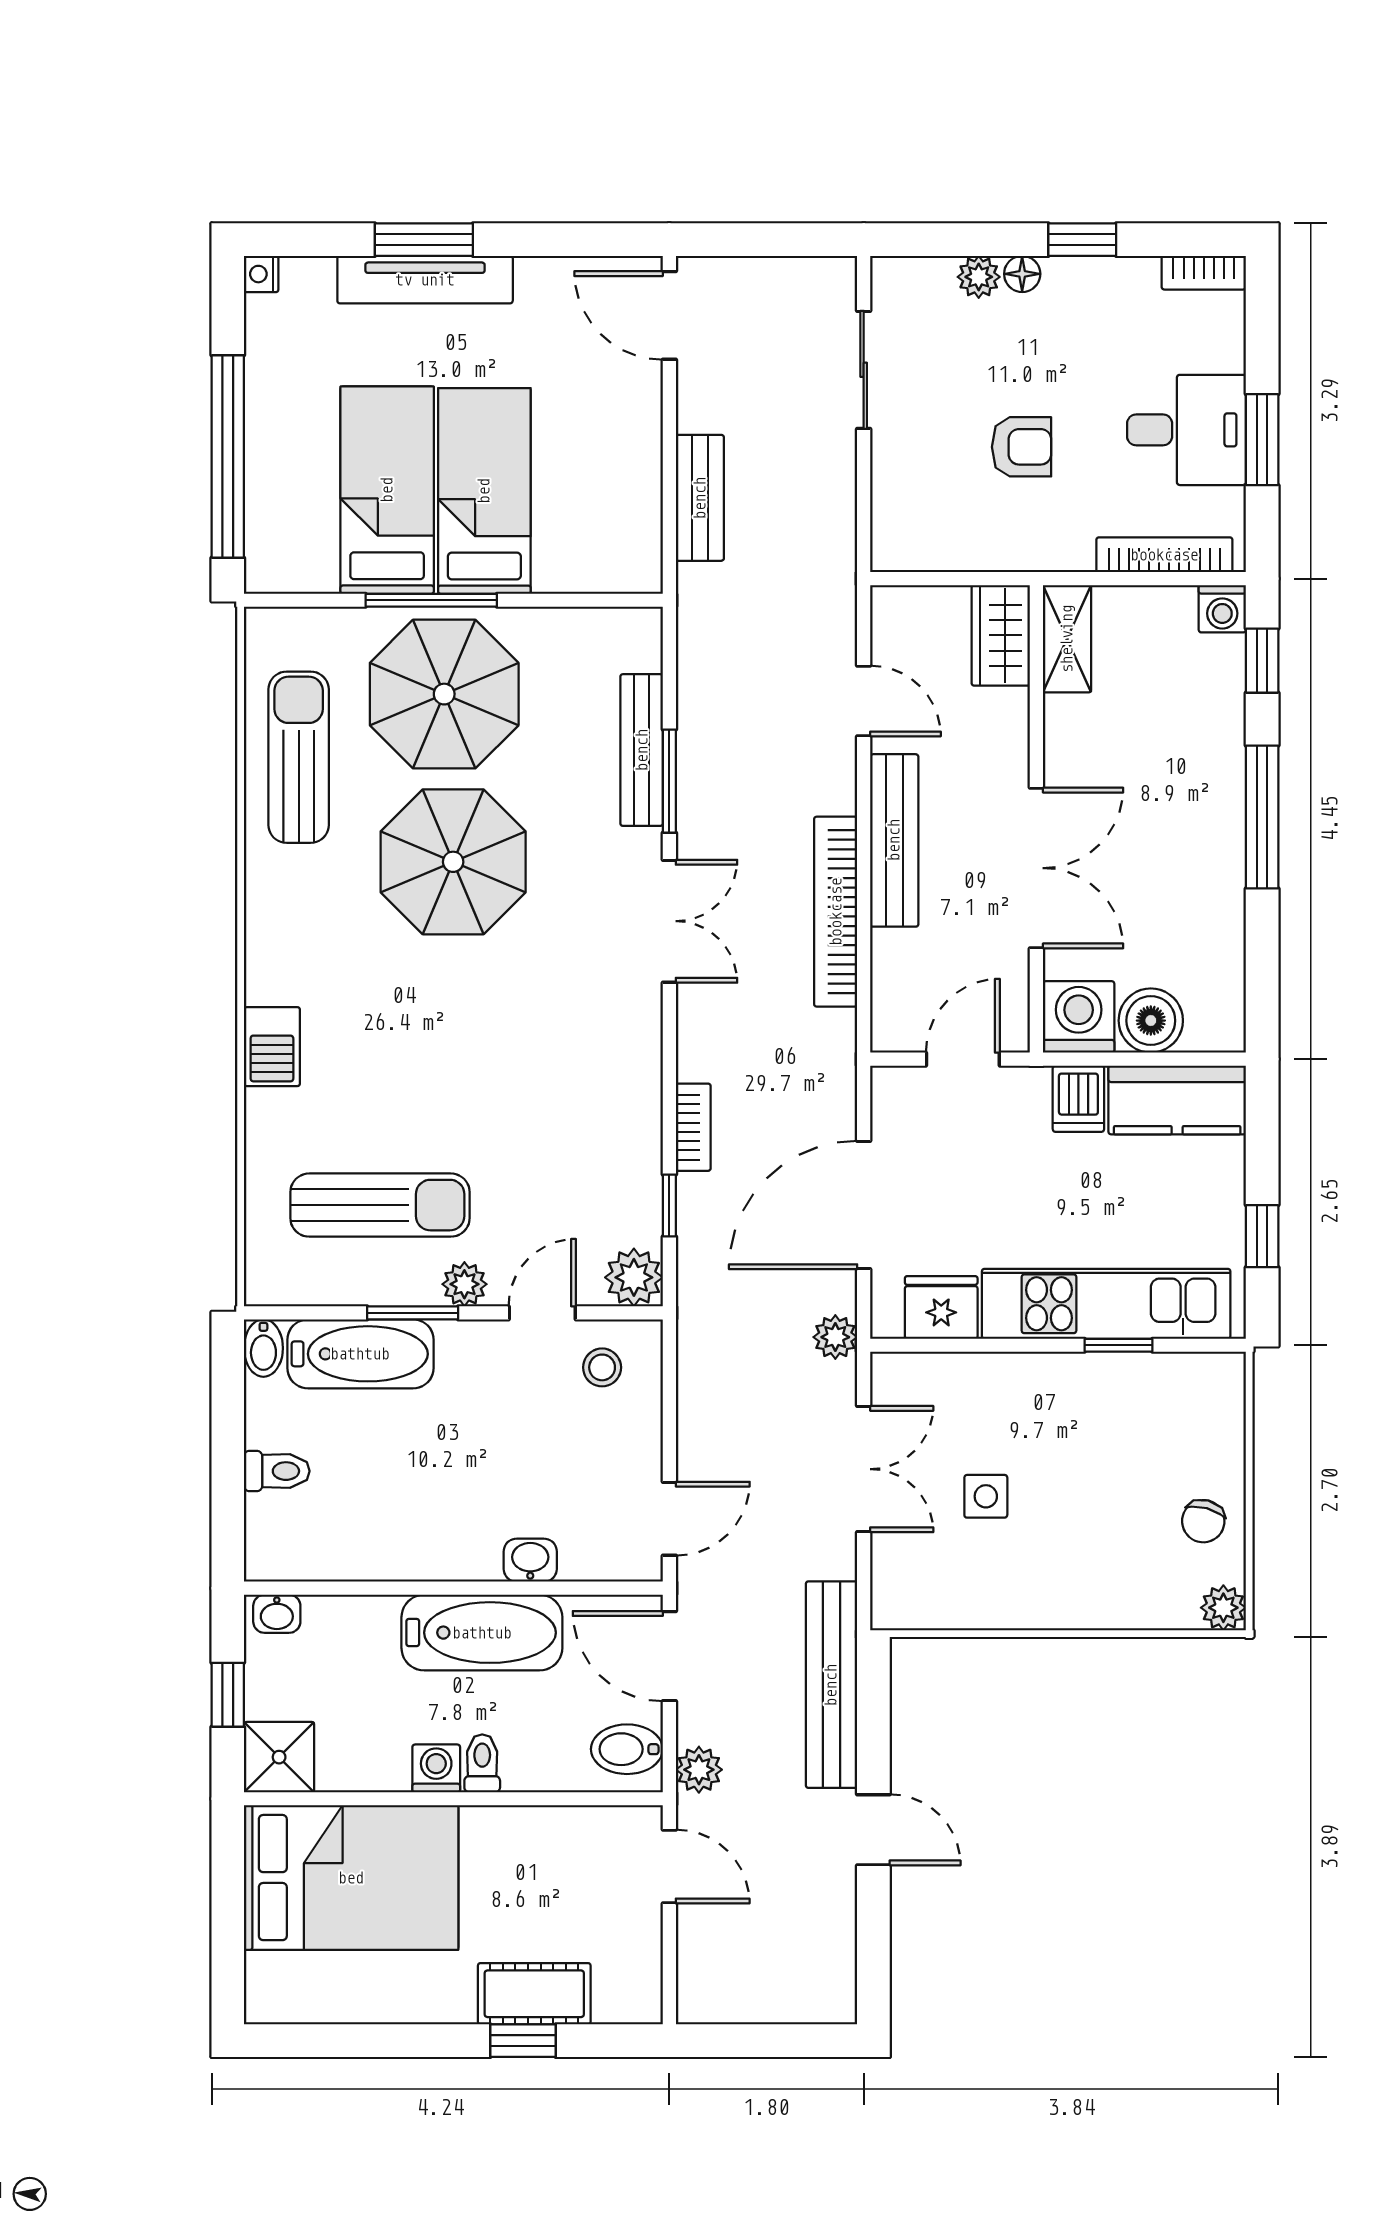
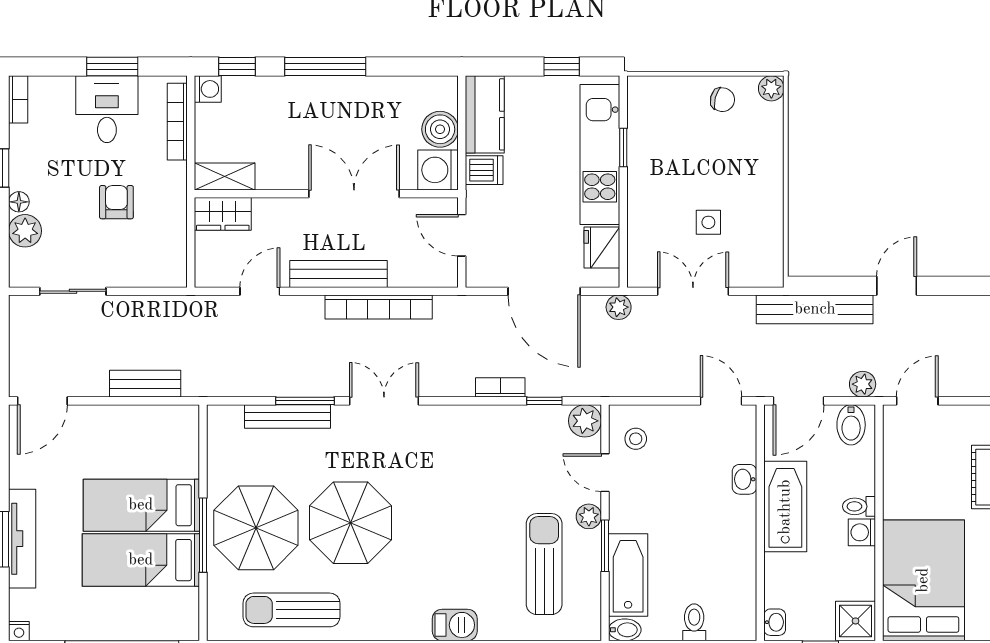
plant: (979, 277) -> (25, 231), width x1.38, depth x1.38

